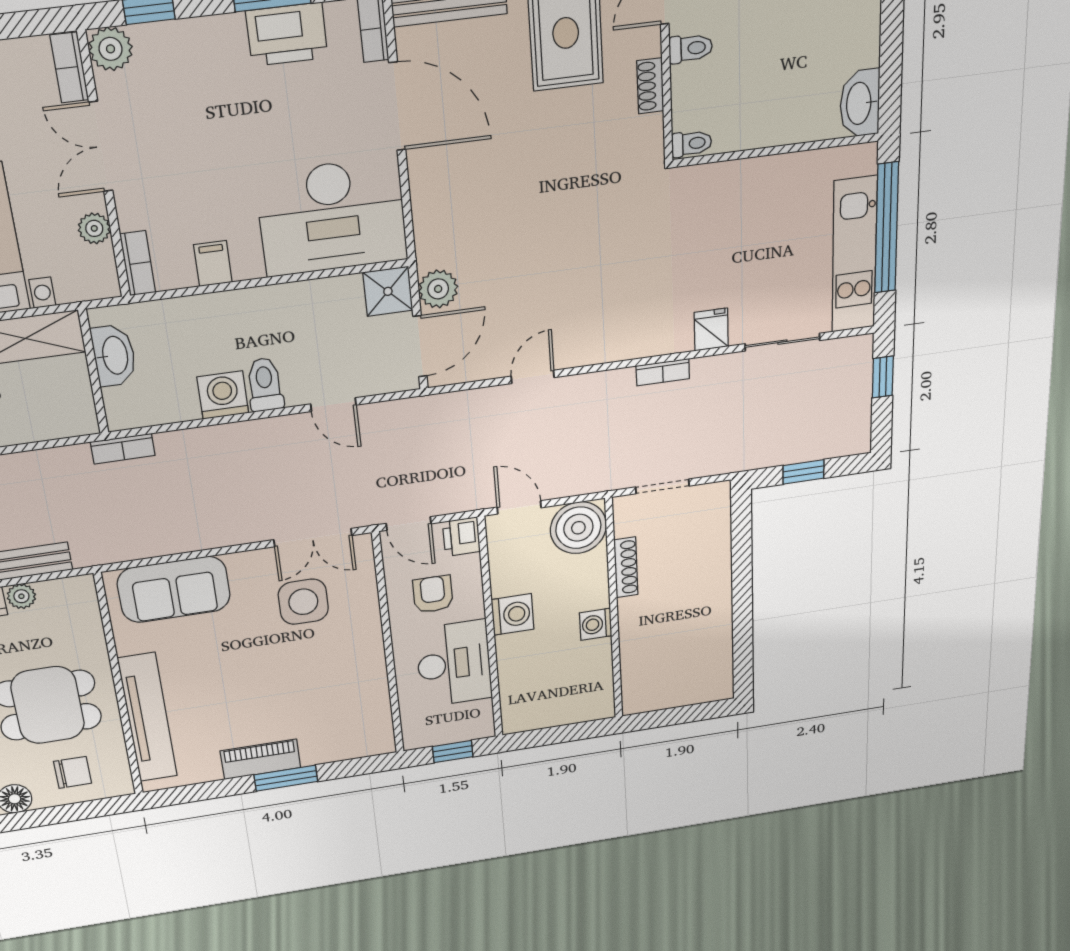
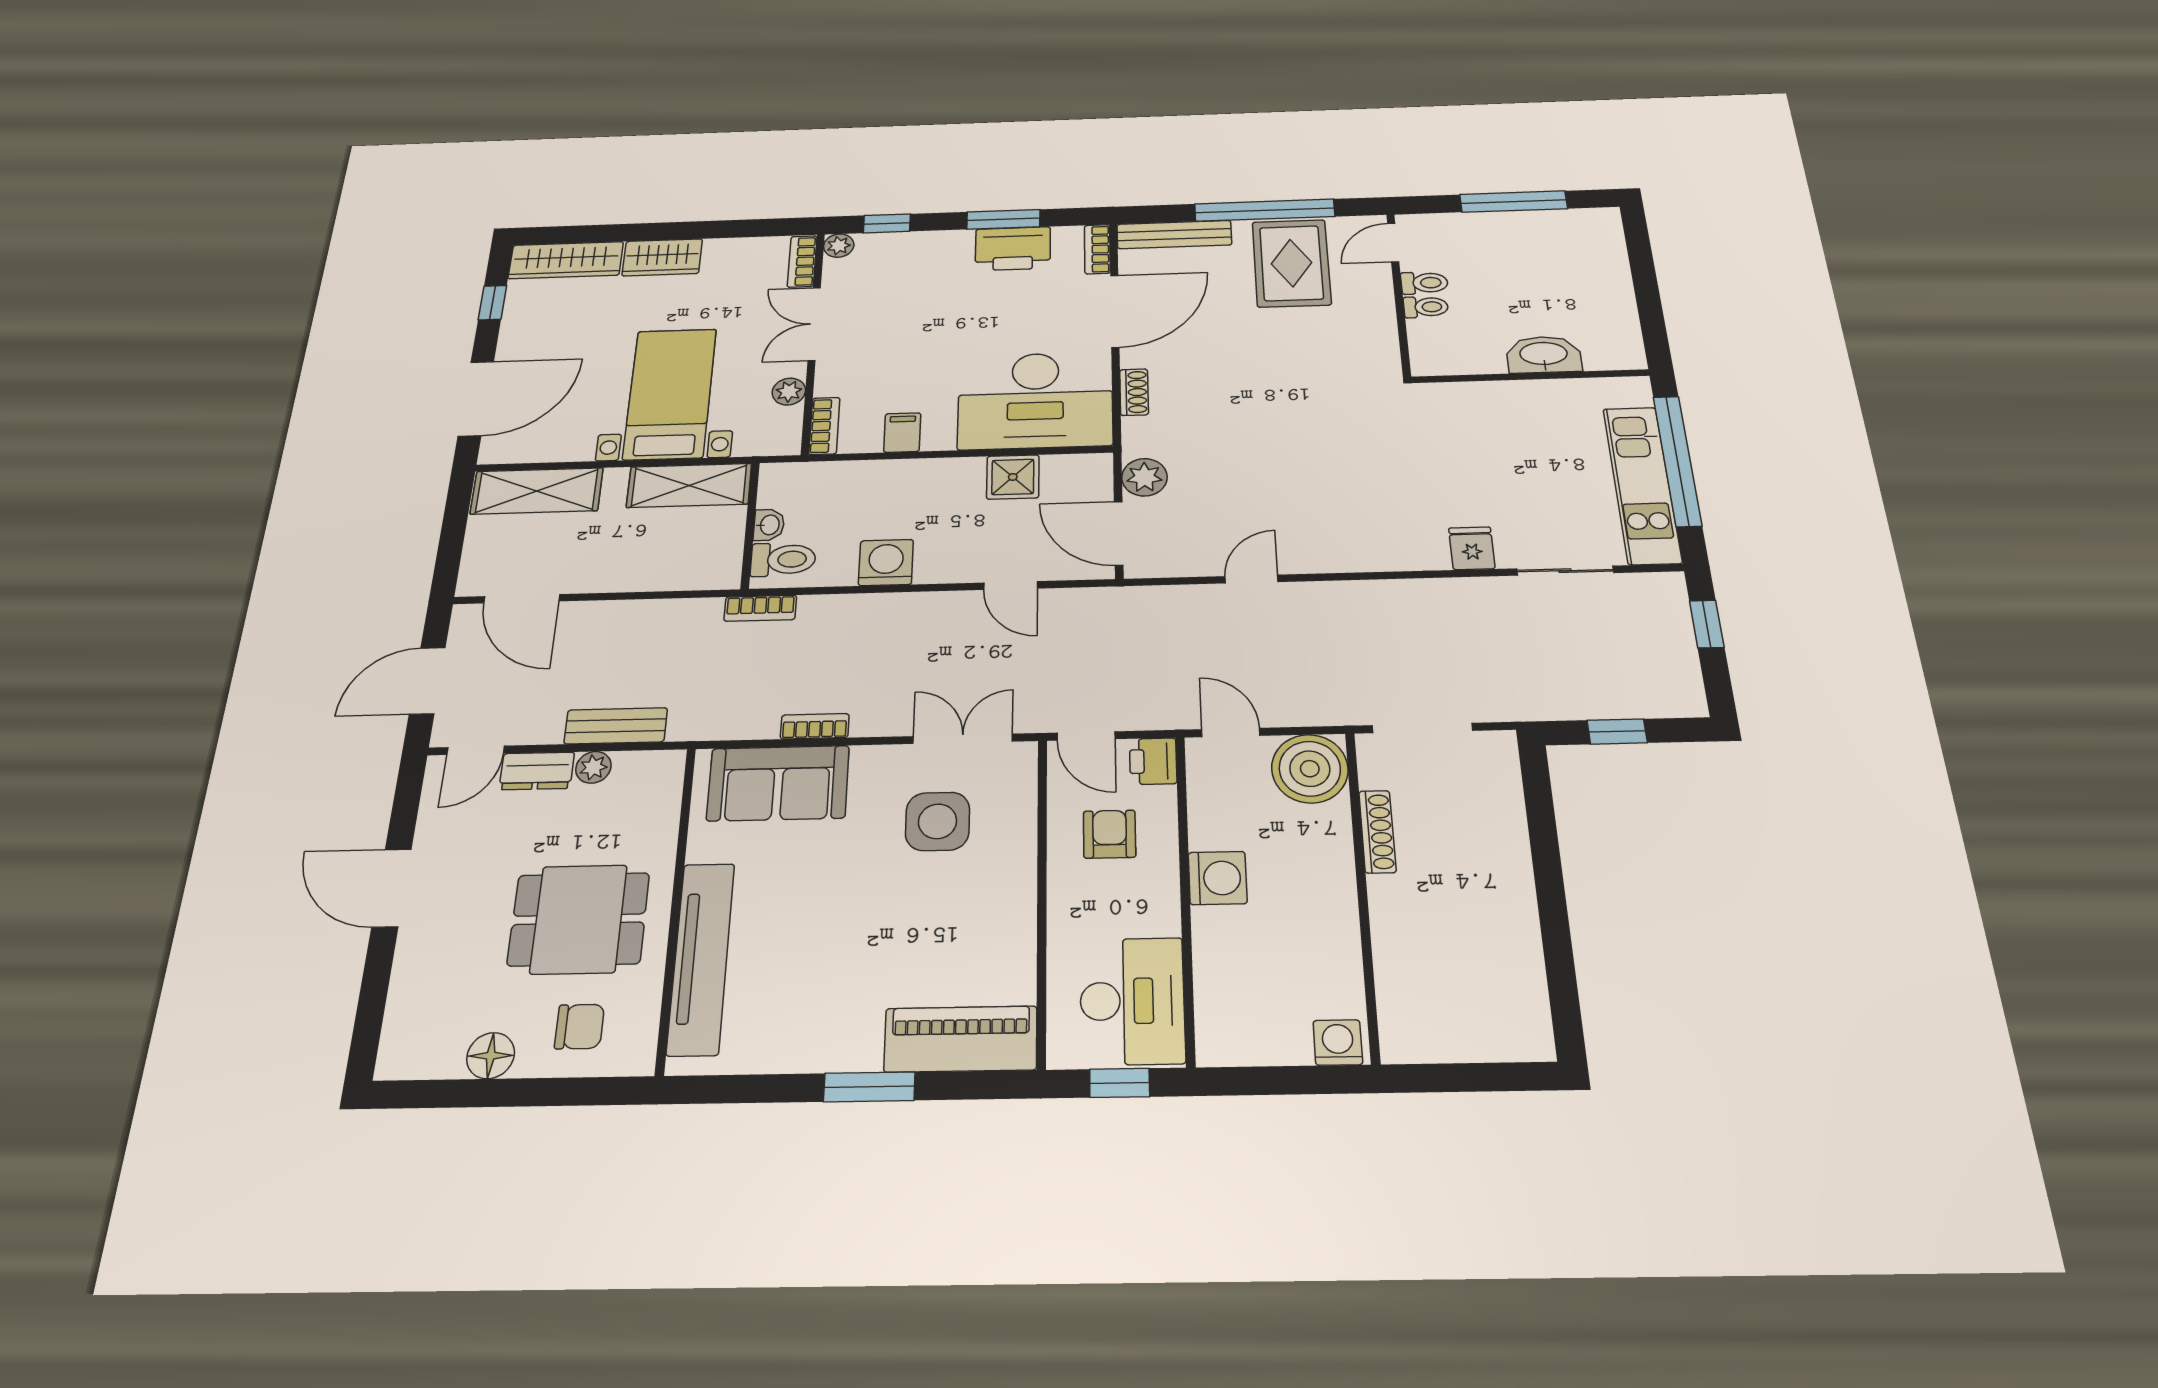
plant: (111, 49) -> (839, 246), width x0.73, depth x0.73
shoe rack: (650, 86) -> (1134, 392), moved, turned 180
washbasin: (860, 103) -> (1544, 355), moved, turned 90
door: (397, 106) -> (1115, 311), hinge flipped
toilet: (692, 144) -> (1426, 307), moved
shower: (388, 291) -> (1013, 477), moved
door: (420, 346) -> (1119, 533), swing flipped
washbasin: (114, 355) -> (769, 525), width x0.52, depth x0.69
bookcase: (663, 372) -> (815, 726), moved, turned 180
toilet: (265, 385) -> (783, 559), moved, turned 90
doorway: (662, 486) -> (1422, 728), width x1.38
double door: (313, 538) -> (963, 739), swing flipped
washing machine: (596, 624) -> (1338, 1042), moved, turned 90
desk: (454, 664) -> (1132, 1001), moved
piano: (260, 759) -> (961, 1039), moved, width x1.37, depth x1.33

